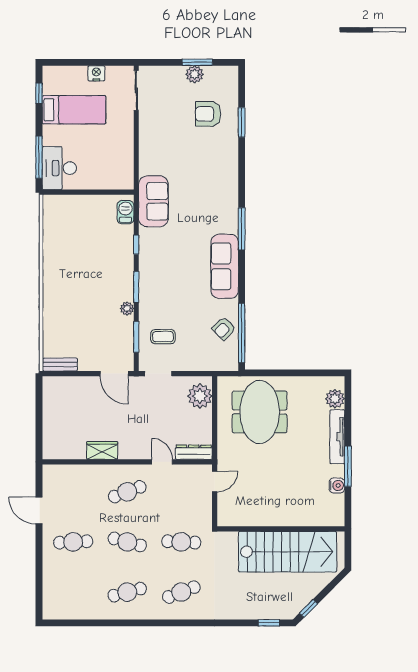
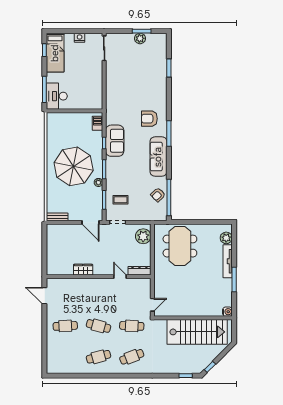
bed: (74, 110) -> (55, 53), moved, turned 90
armchair: (208, 114) -> (149, 119), moved
sofa: (153, 201) -> (115, 141), moved
parasol: (87, 282) -> (74, 166), added
door: (215, 482) -> (152, 305), moved
water cooler: (337, 485) -> (227, 312), moved
cafe table: (127, 492) -> (99, 295), removed
door: (39, 511) -> (44, 296), moved

